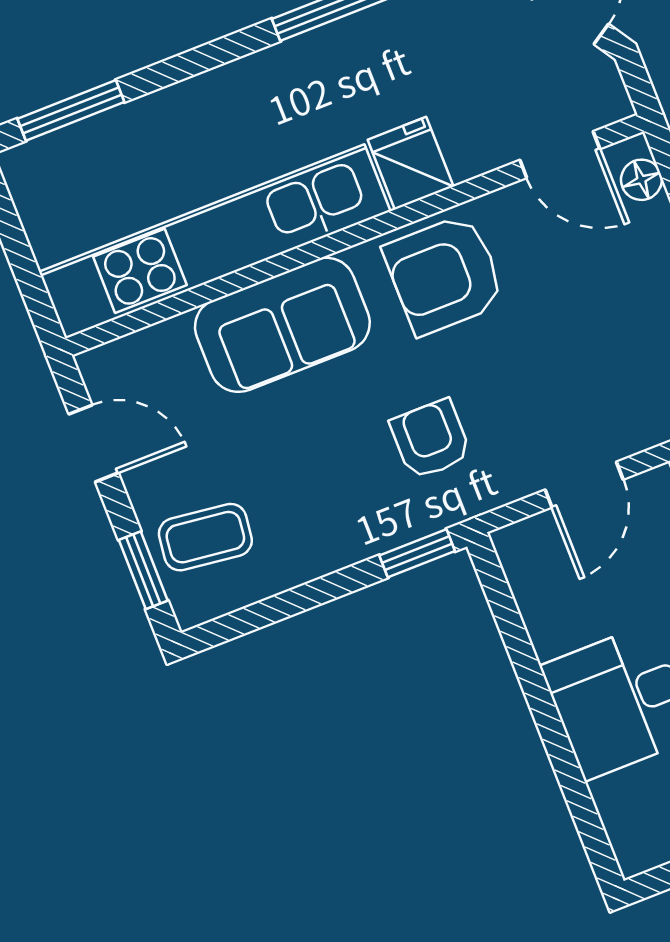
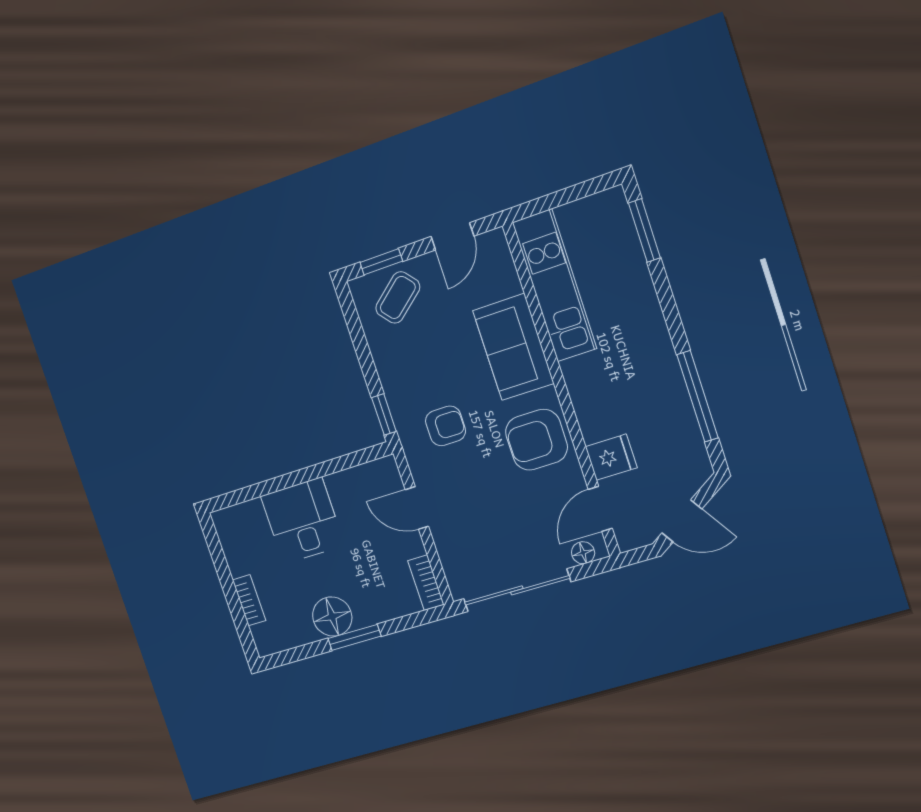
fridge: (411, 163) -> (611, 457), moved
kitchen unit: (215, 242) -> (555, 285), width x0.73
armchair: (444, 275) -> (536, 440), turned -90
coffee table: (205, 537) -> (398, 298), turned 43

